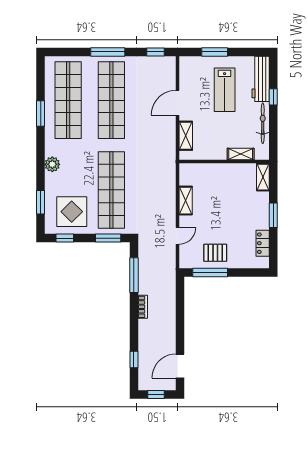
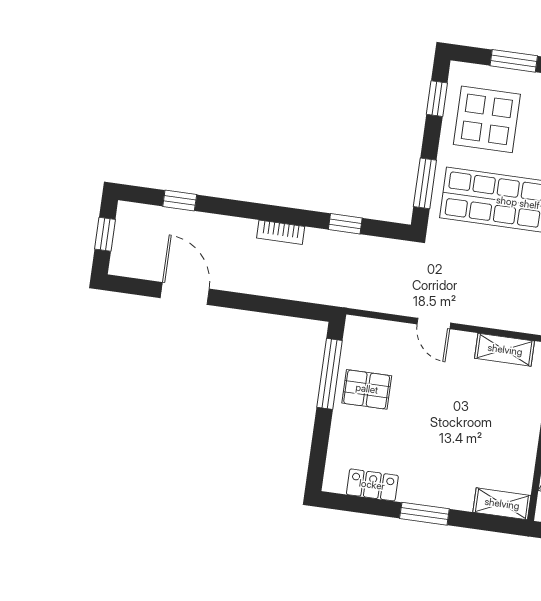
shelving: (186, 201) -> (505, 350), moved
door: (178, 236) -> (434, 323), moved
pallet: (215, 253) -> (367, 389), turned 90
window: (134, 275) -> (345, 224), width x0.46
door: (180, 366) -> (185, 293), moved

